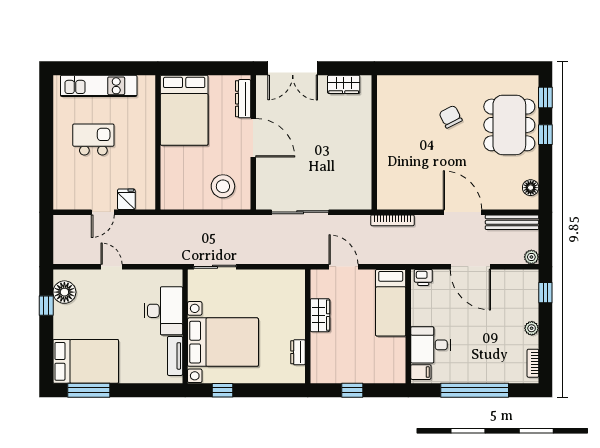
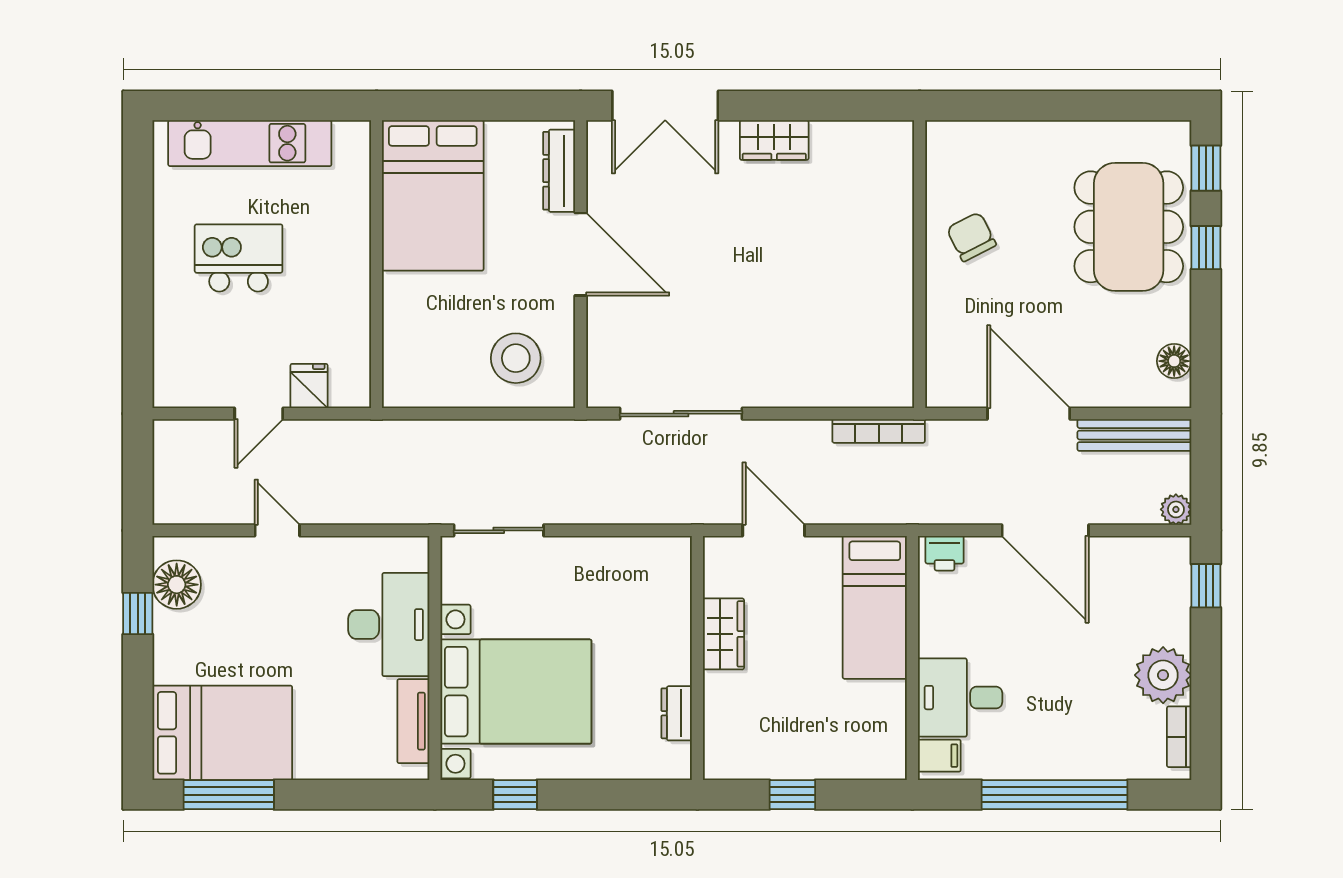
chair: (451, 117) -> (971, 237), moved
wall: (374, 142) -> (920, 264), moved
plant: (532, 328) -> (1163, 675), width x1.87, depth x1.87

